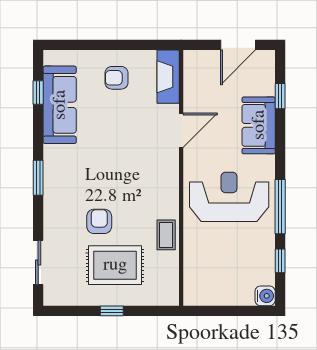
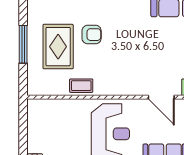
window: (112, 311) -> (23, 44), width x2.17

